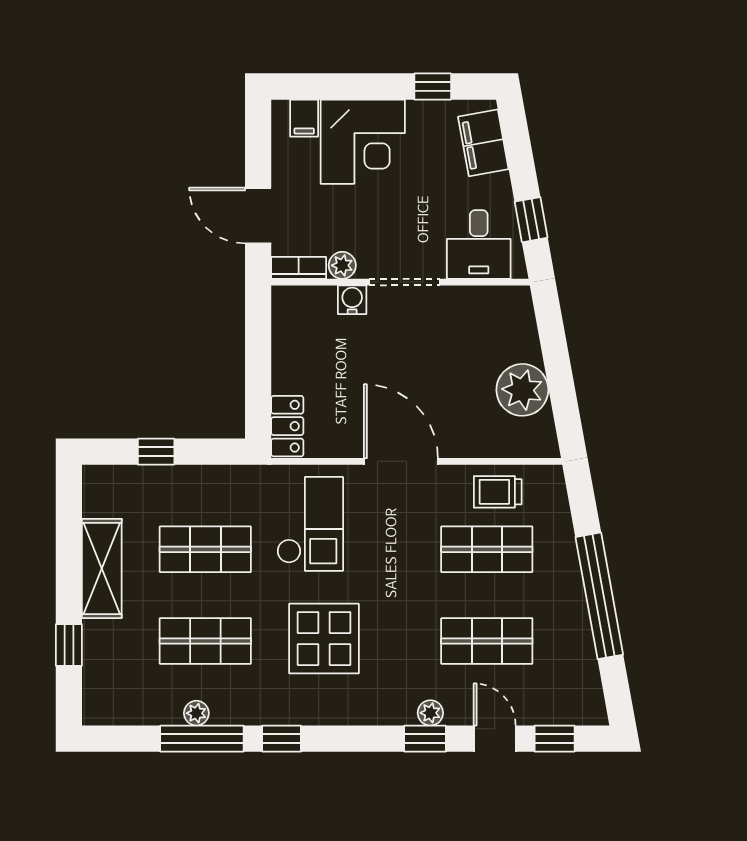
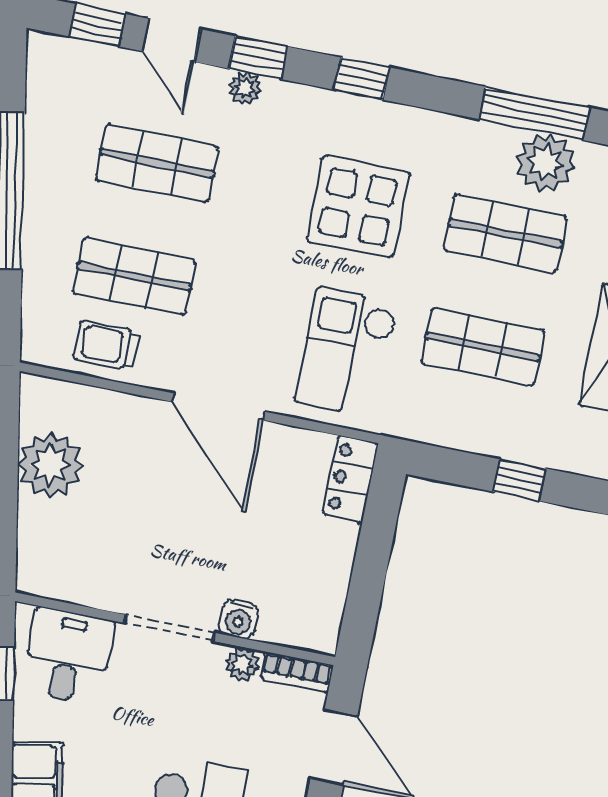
trolley: (498, 492) -> (106, 345), turned 180
plant: (196, 713) -> (545, 162), width x1.88, depth x1.88
window: (282, 739) -> (362, 79), moved

